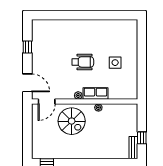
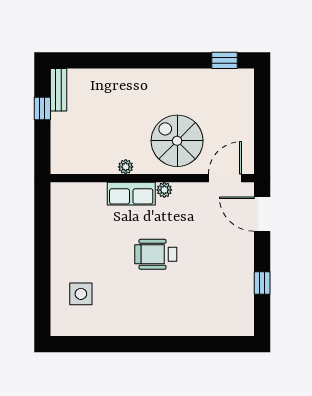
side table: (115, 63) -> (81, 294), moved

